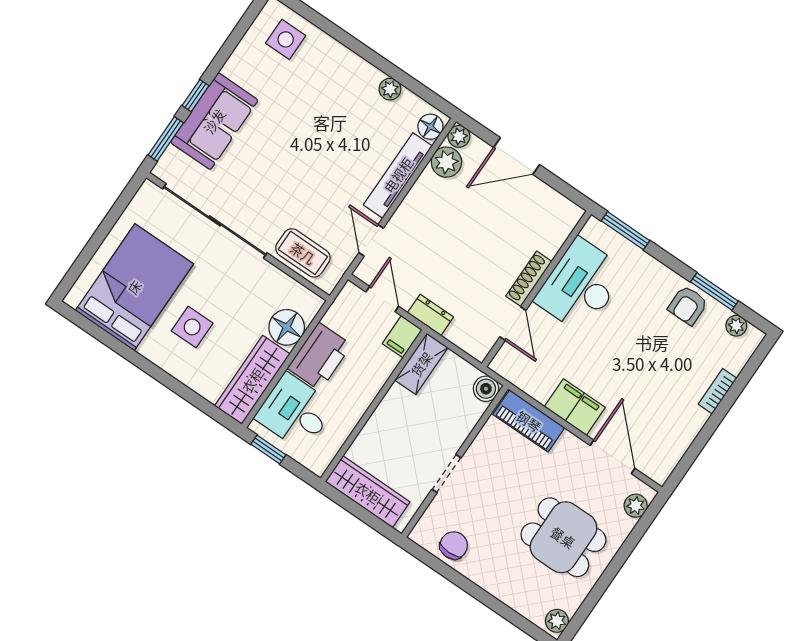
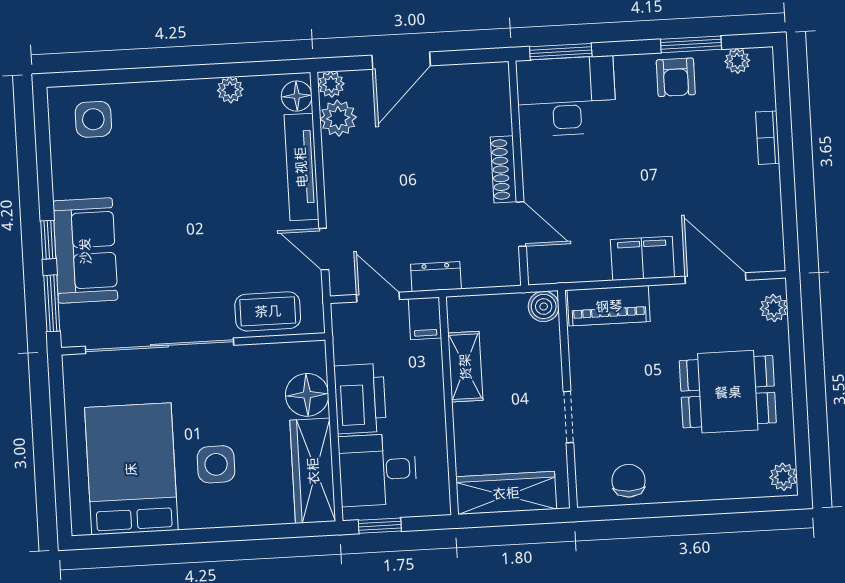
desk: (580, 286) -> (566, 96), moved, turned 90
shelving: (421, 364) -> (465, 367), moved

